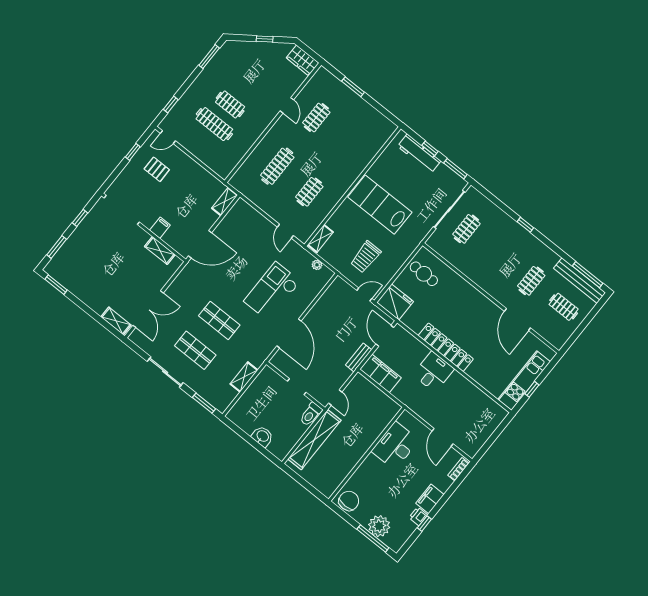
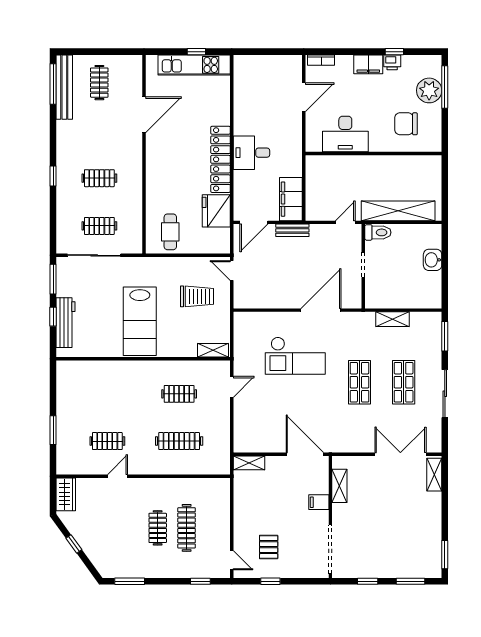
plant: (317, 265) -> (239, 334), removed
clothes rail: (531, 281) -> (99, 178), moved
fridge: (395, 302) -> (216, 211), moved
chair: (349, 501) -> (406, 124), moved

